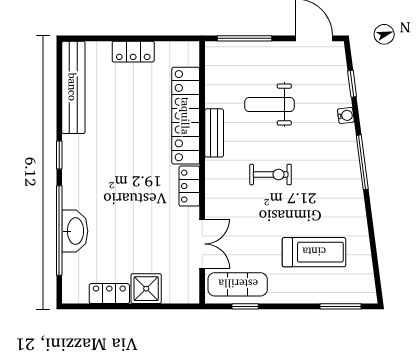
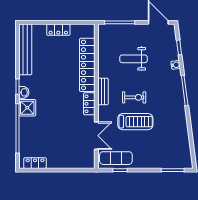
bench: (214, 133) -> (103, 91), moved
washbasin: (75, 231) -> (24, 92), moved, width x0.52, depth x0.69
treadmill: (314, 252) -> (135, 122), moved
shower: (146, 289) -> (27, 108), moved
locker: (109, 294) -> (35, 163), moved

